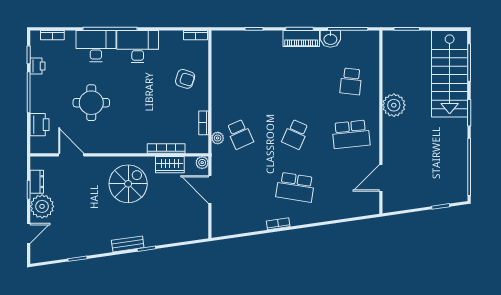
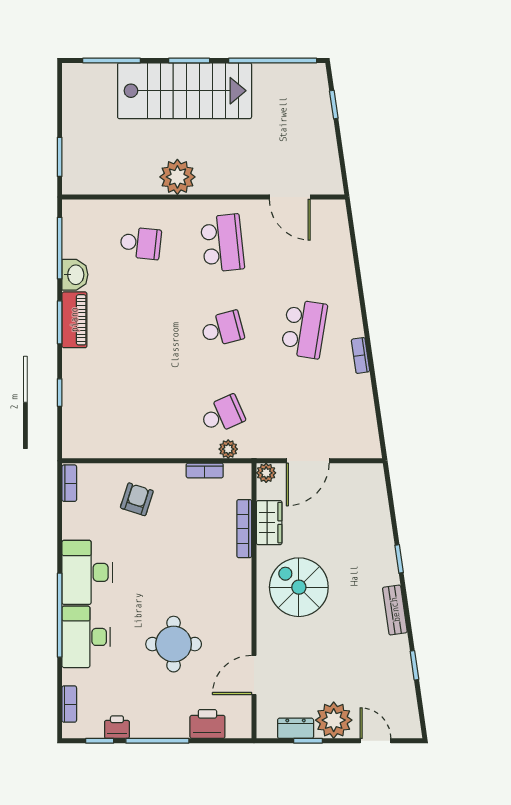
stairs: (450, 74) -> (185, 91), moved
school desk: (295, 134) -> (222, 329), turned -39
bench: (128, 244) -> (395, 610), moved

